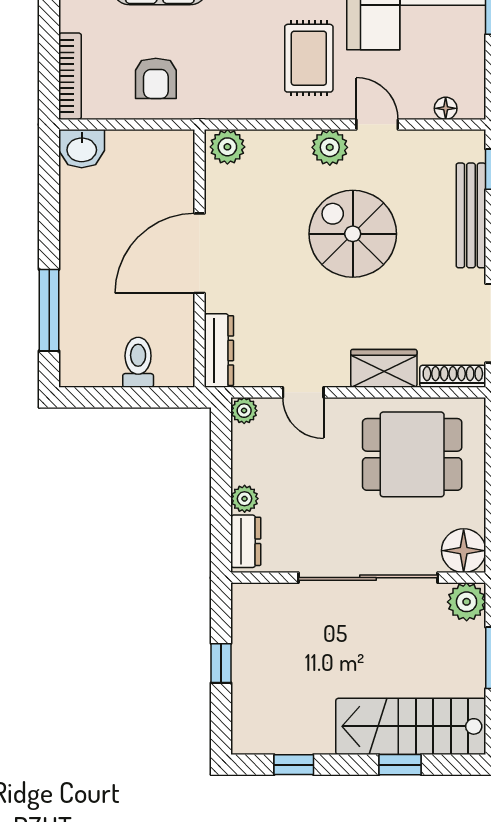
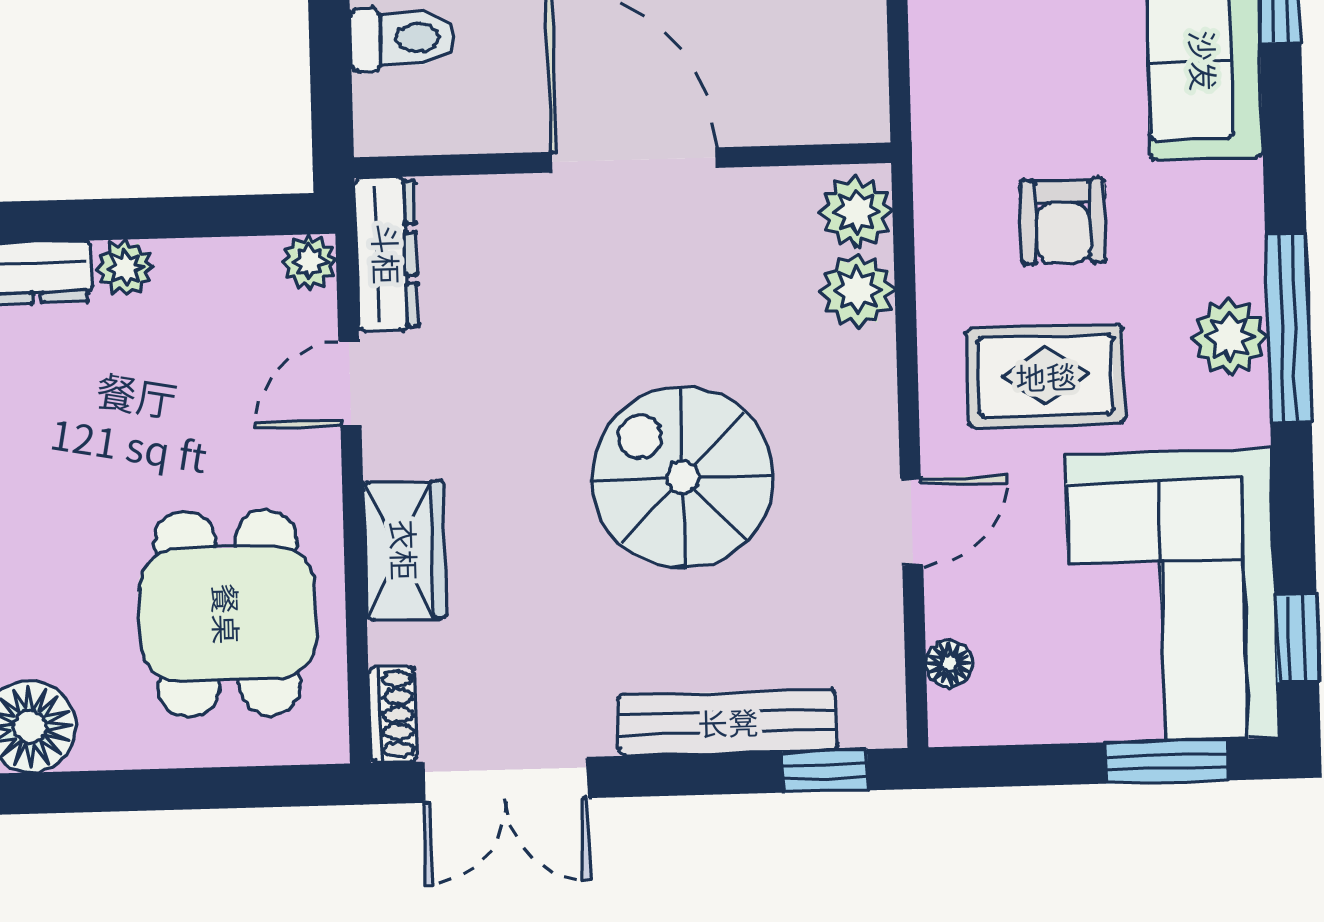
armchair: (156, 78) -> (1063, 221), moved, turned -90
plant: (330, 147) -> (858, 291), moved
spiral stairs: (353, 234) -> (683, 477), turned -90
dresser: (219, 351) -> (387, 254), moved, turned -90
shoe rack: (453, 376) -> (393, 714), width x0.70

